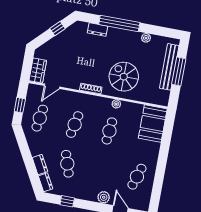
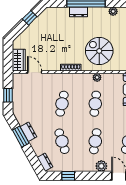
dresser: (98, 29) -> (79, 12), moved
door: (52, 86) -> (35, 72), swing flipped
cafe table: (40, 118) -> (95, 141), moved
window: (25, 151) -> (21, 137), added
dresser: (40, 165) -> (28, 132), moved

